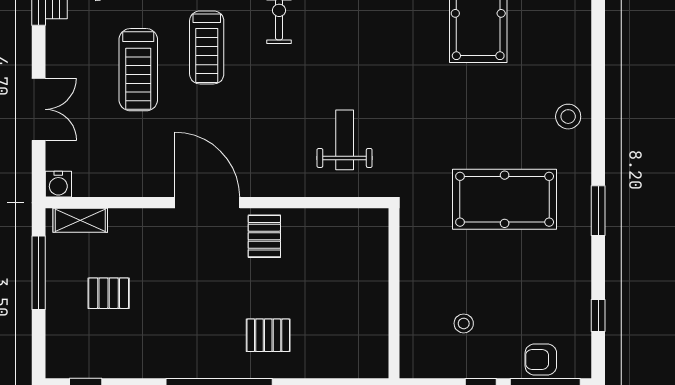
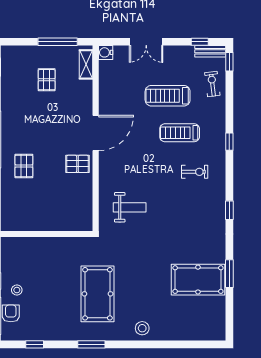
stool: (464, 323) -> (17, 290), moved

